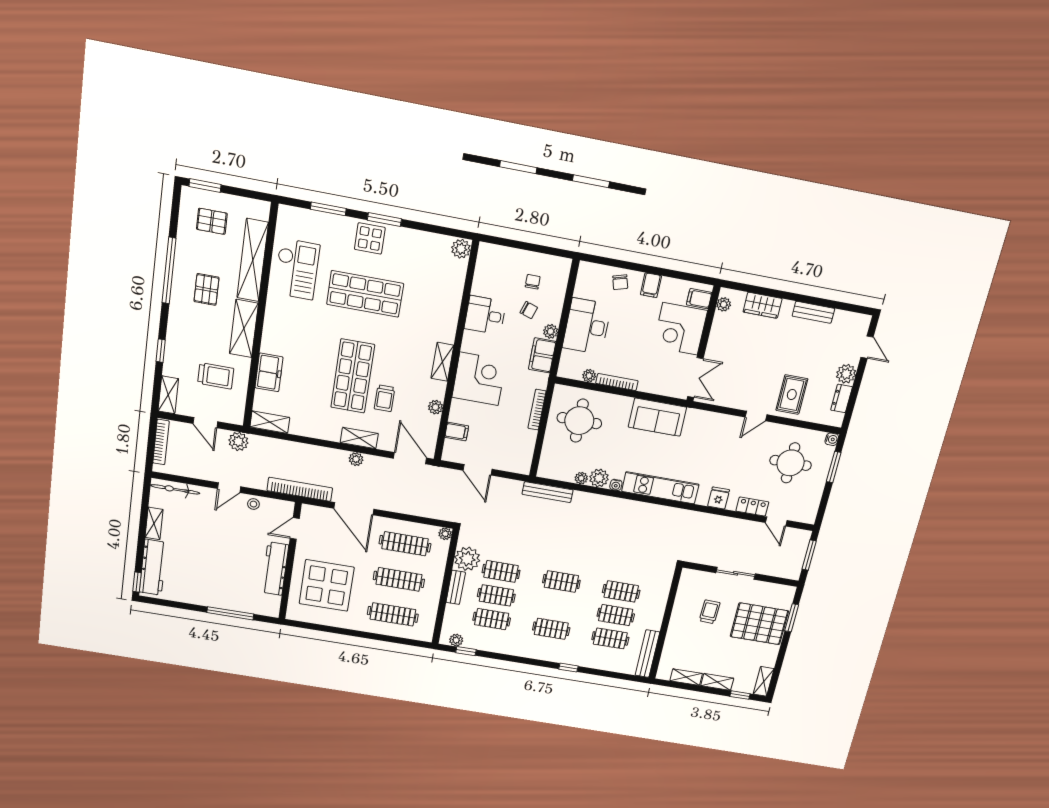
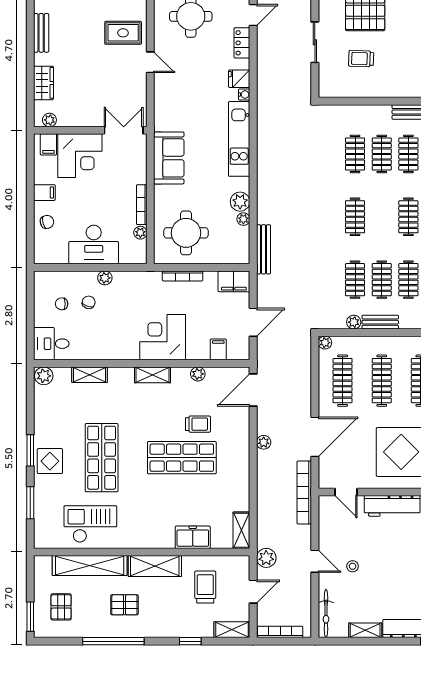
desk: (485, 315) -> (51, 344), moved, turned 90
filing cabinet: (542, 355) -> (234, 281), moved
shelving: (359, 438) -> (90, 375), moved, turned 90
water cooler: (616, 485) -> (244, 94), moved
stool: (253, 504) -> (353, 566), moved
plant: (467, 559) -> (354, 322), width x0.53, depth x0.53

